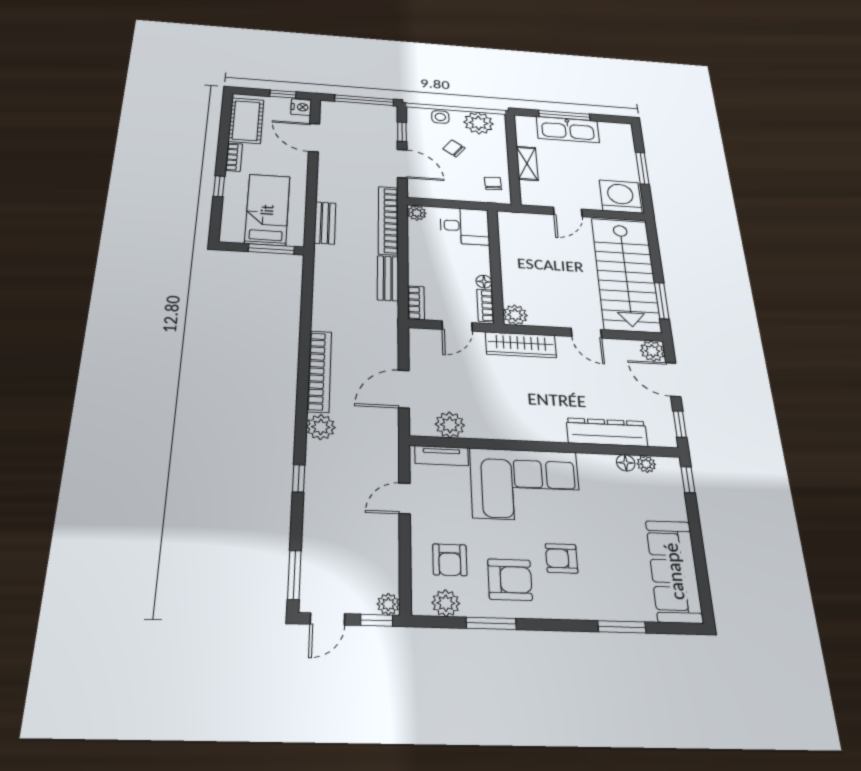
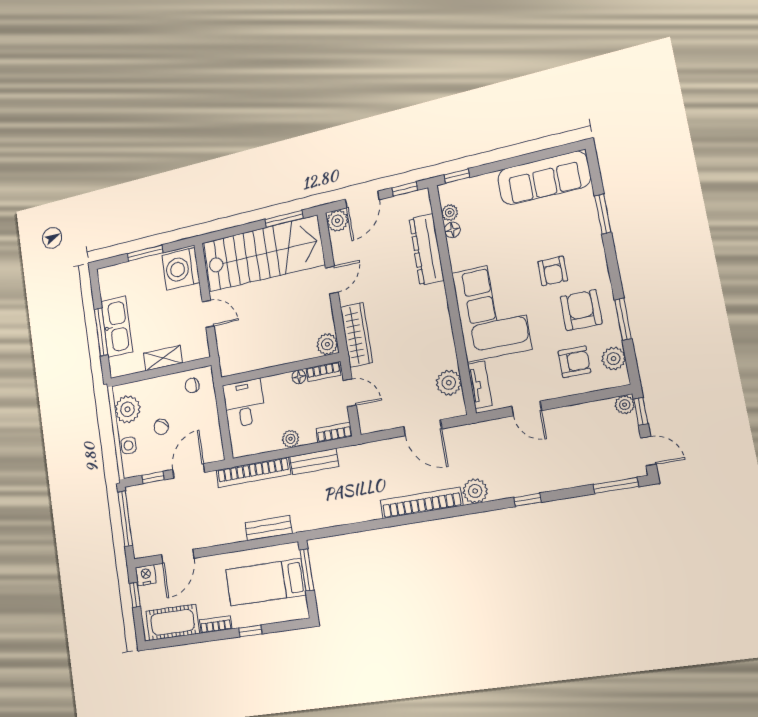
plant: (417, 213) -> (291, 439), moved

